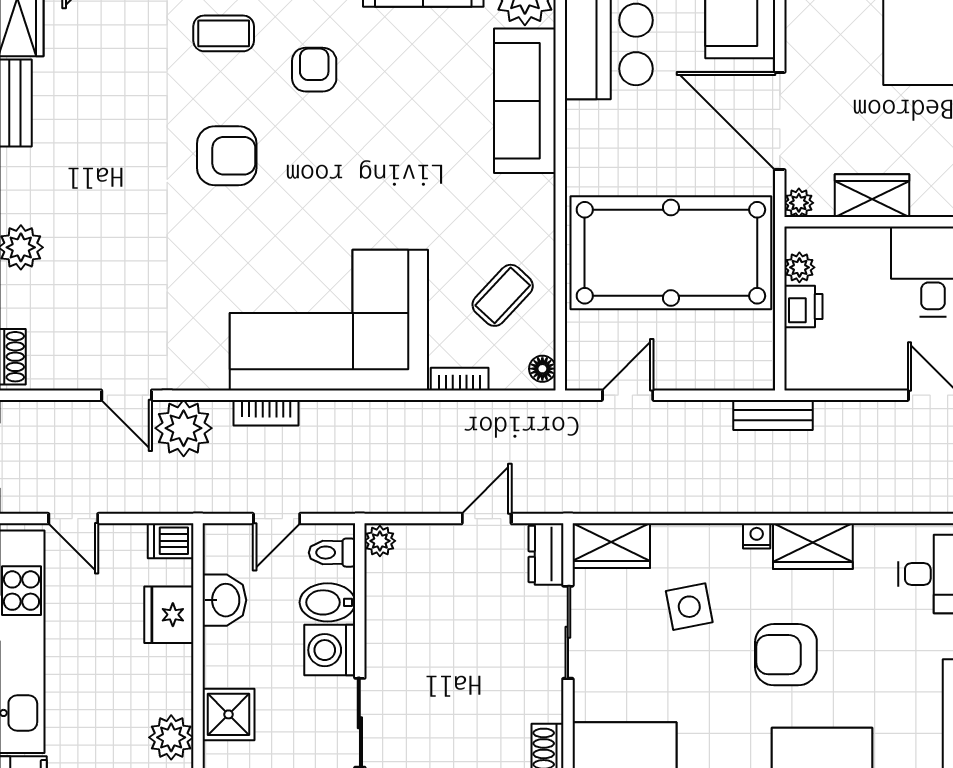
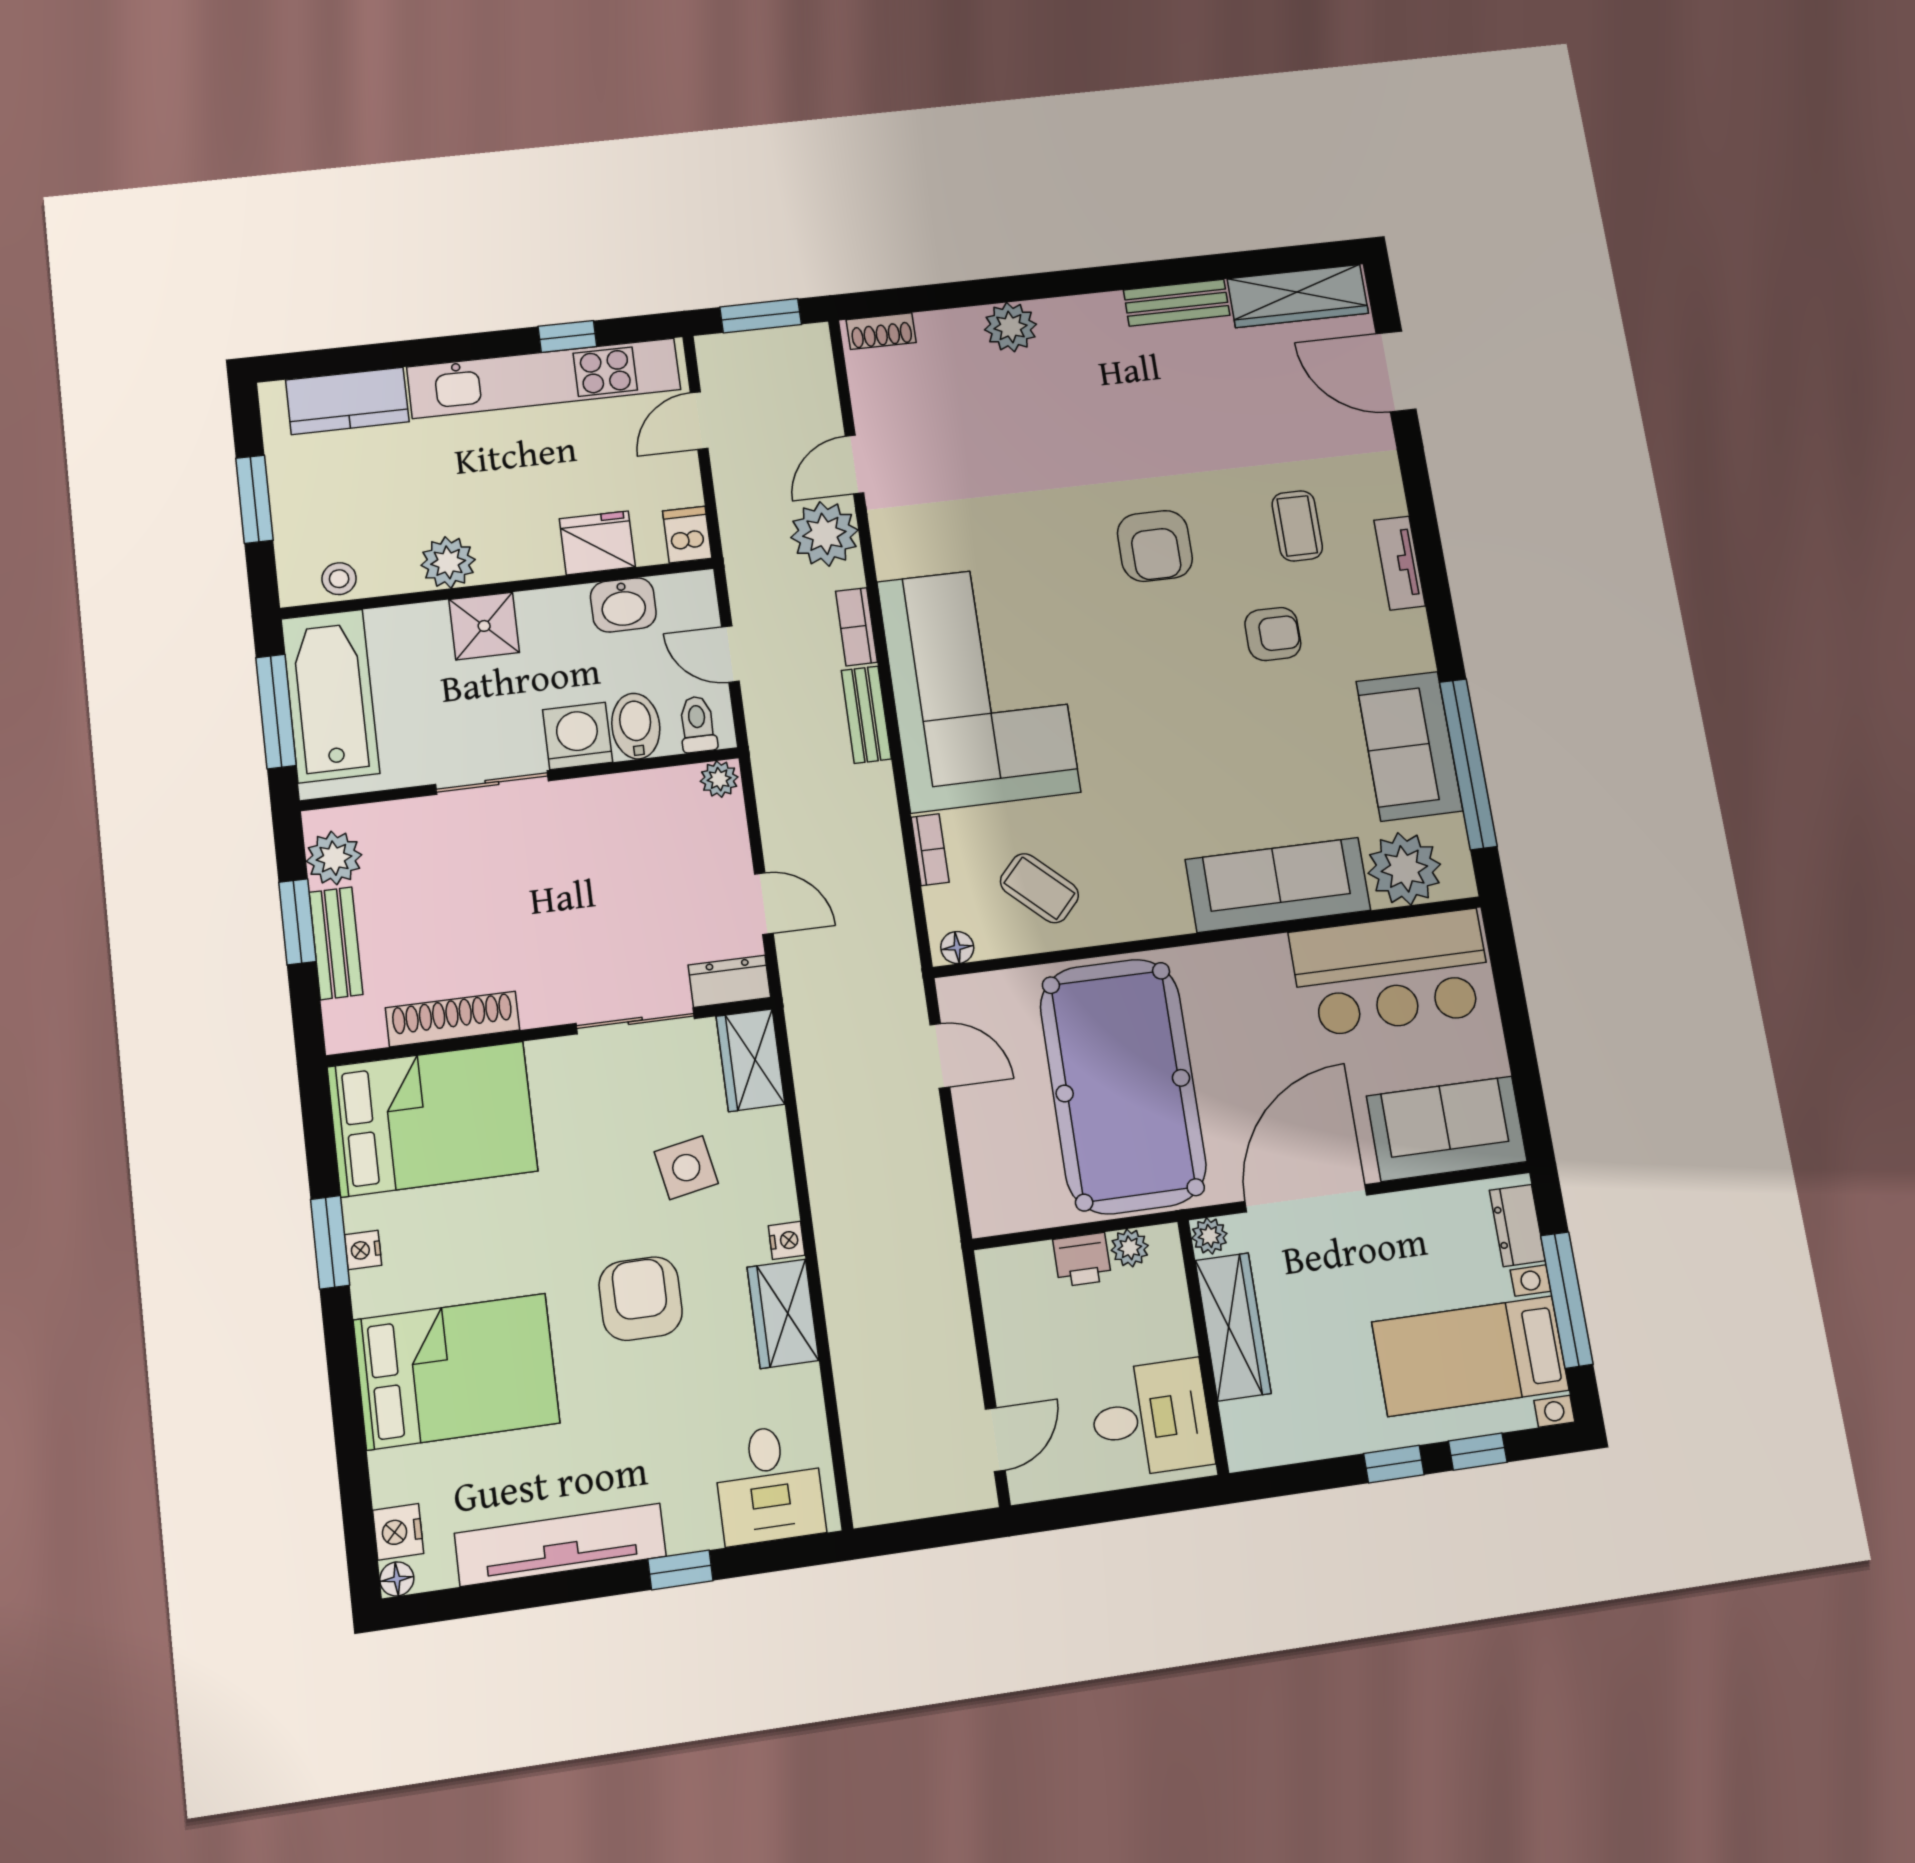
wardrobe: (872, 196) -> (1233, 1327), width x1.50
bench: (773, 415) -> (866, 715), moved

